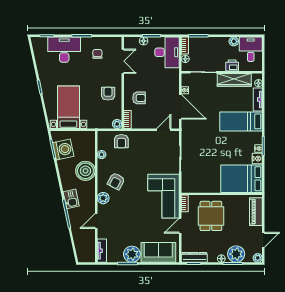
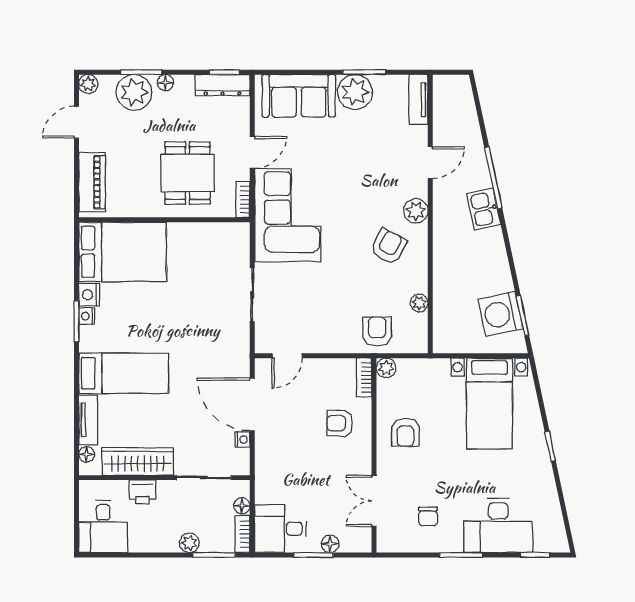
plant: (234, 41) -> (189, 543), moved
desk: (167, 52) -> (280, 529), width x0.73
boiler: (85, 171) -> (453, 269), removed

